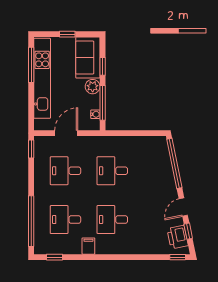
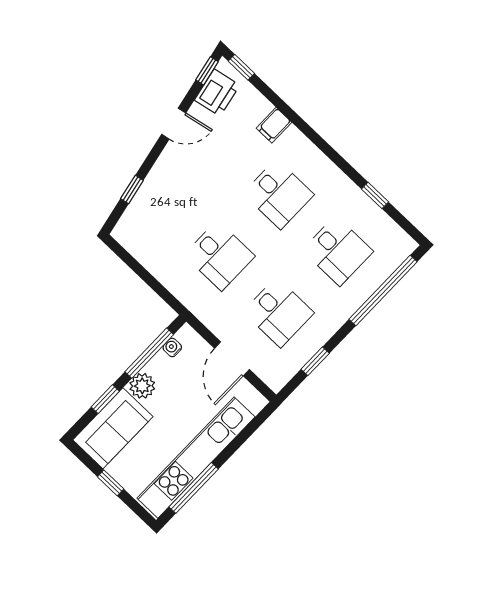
door: (66, 133) -> (232, 359), hinge flipped
window: (31, 149) -> (315, 361), moved
window: (174, 163) -> (132, 190), width x0.32
window: (188, 231) -> (207, 71), moved
filing cabinet: (88, 246) -> (274, 125), moved
window: (55, 257) -> (375, 195), moved

